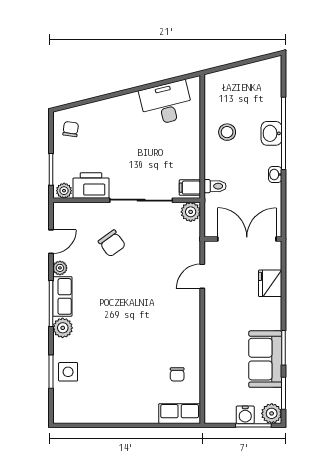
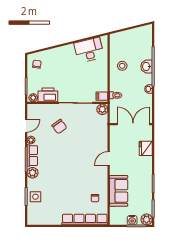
door: (202, 276) -> (109, 158), moved
sofa: (265, 359) -> (119, 191), moved, turned 180
row of seats: (180, 414) -> (85, 219), width x2.02

